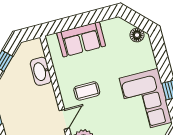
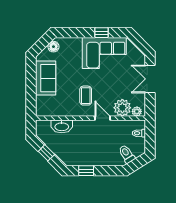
sofa: (81, 39) -> (46, 78), moved

